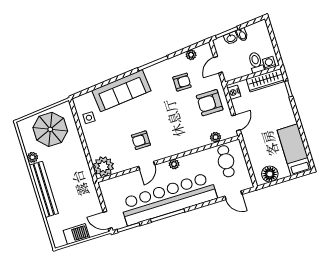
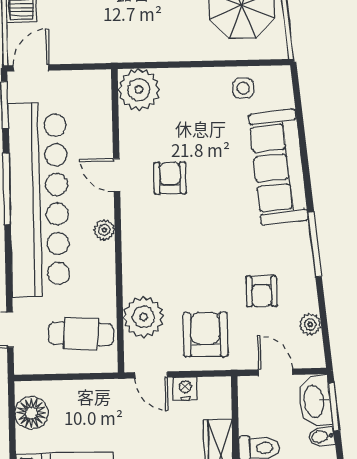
washbasin: (231, 38) -> (315, 401), width x1.91, depth x1.45
nightstand: (234, 92) -> (185, 389), moved
plant: (216, 137) -> (144, 317), width x1.88, depth x1.88

